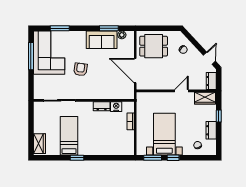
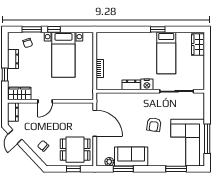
window: (155, 28) -> (73, 169), added
nightstand: (116, 107) -> (147, 84), moved
window: (153, 158) -> (32, 29), moved

